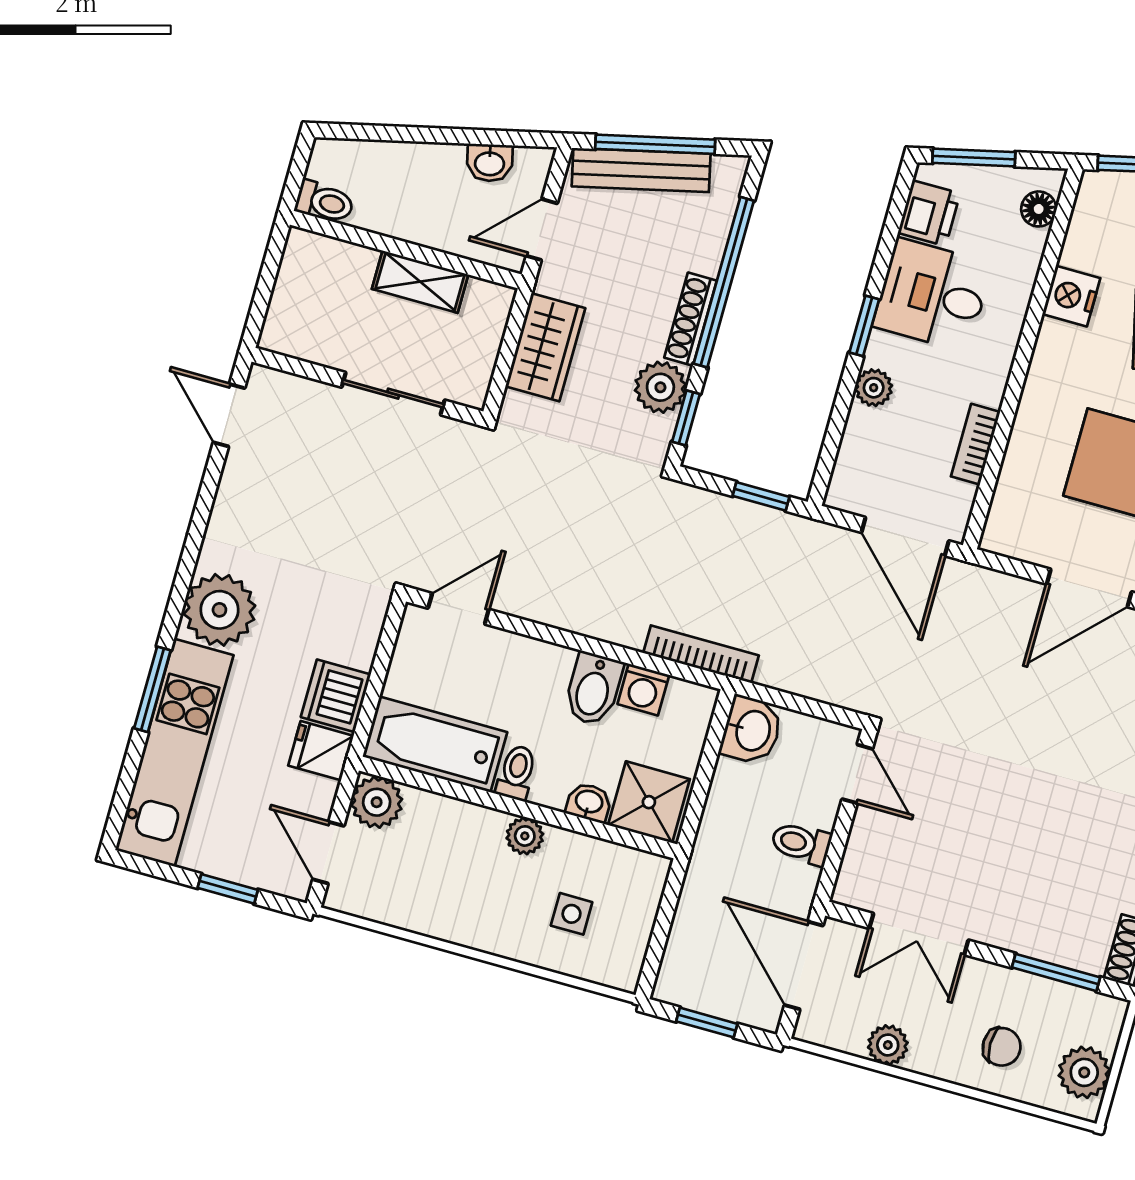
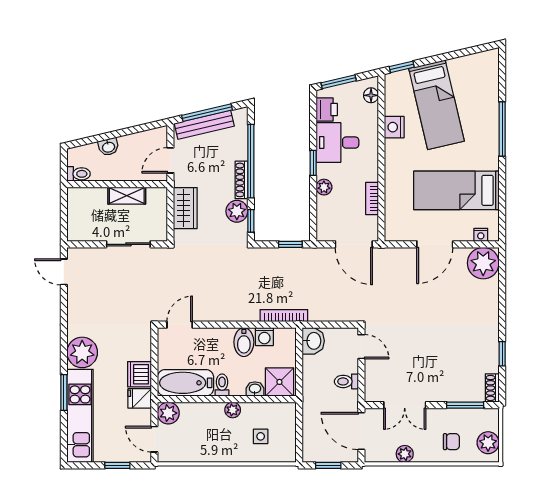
washbasin: (490, 163) -> (108, 147), moved

